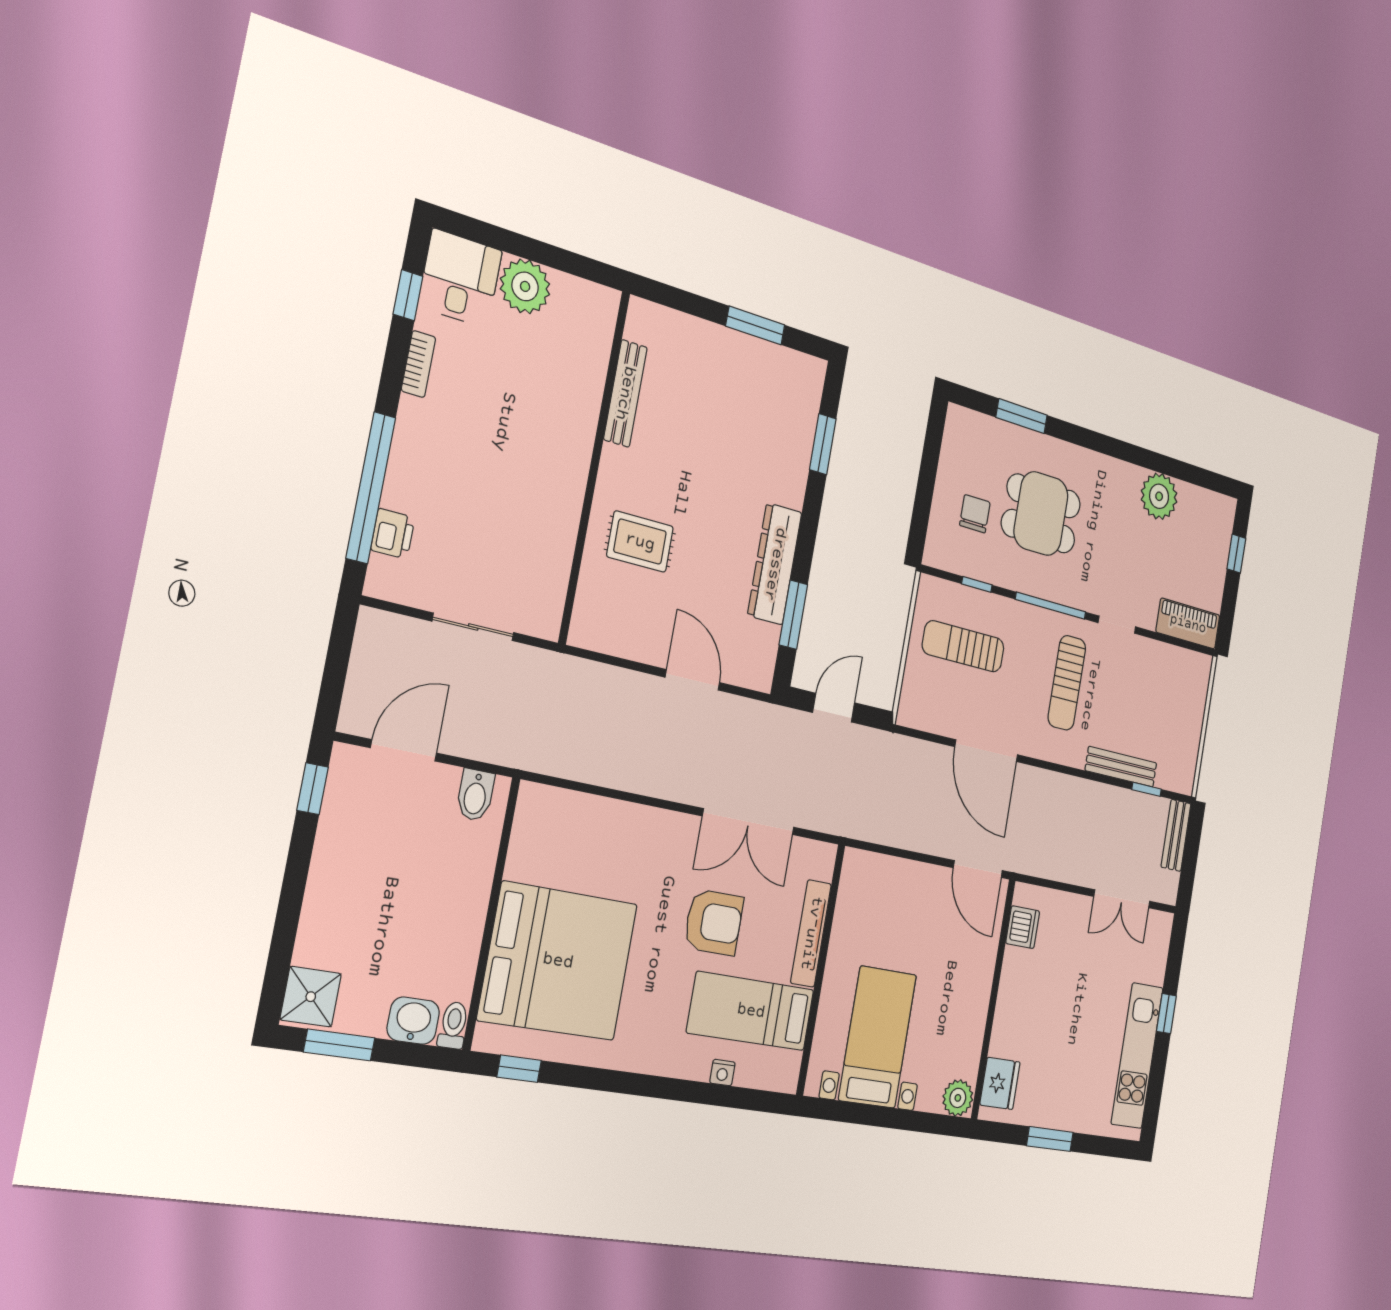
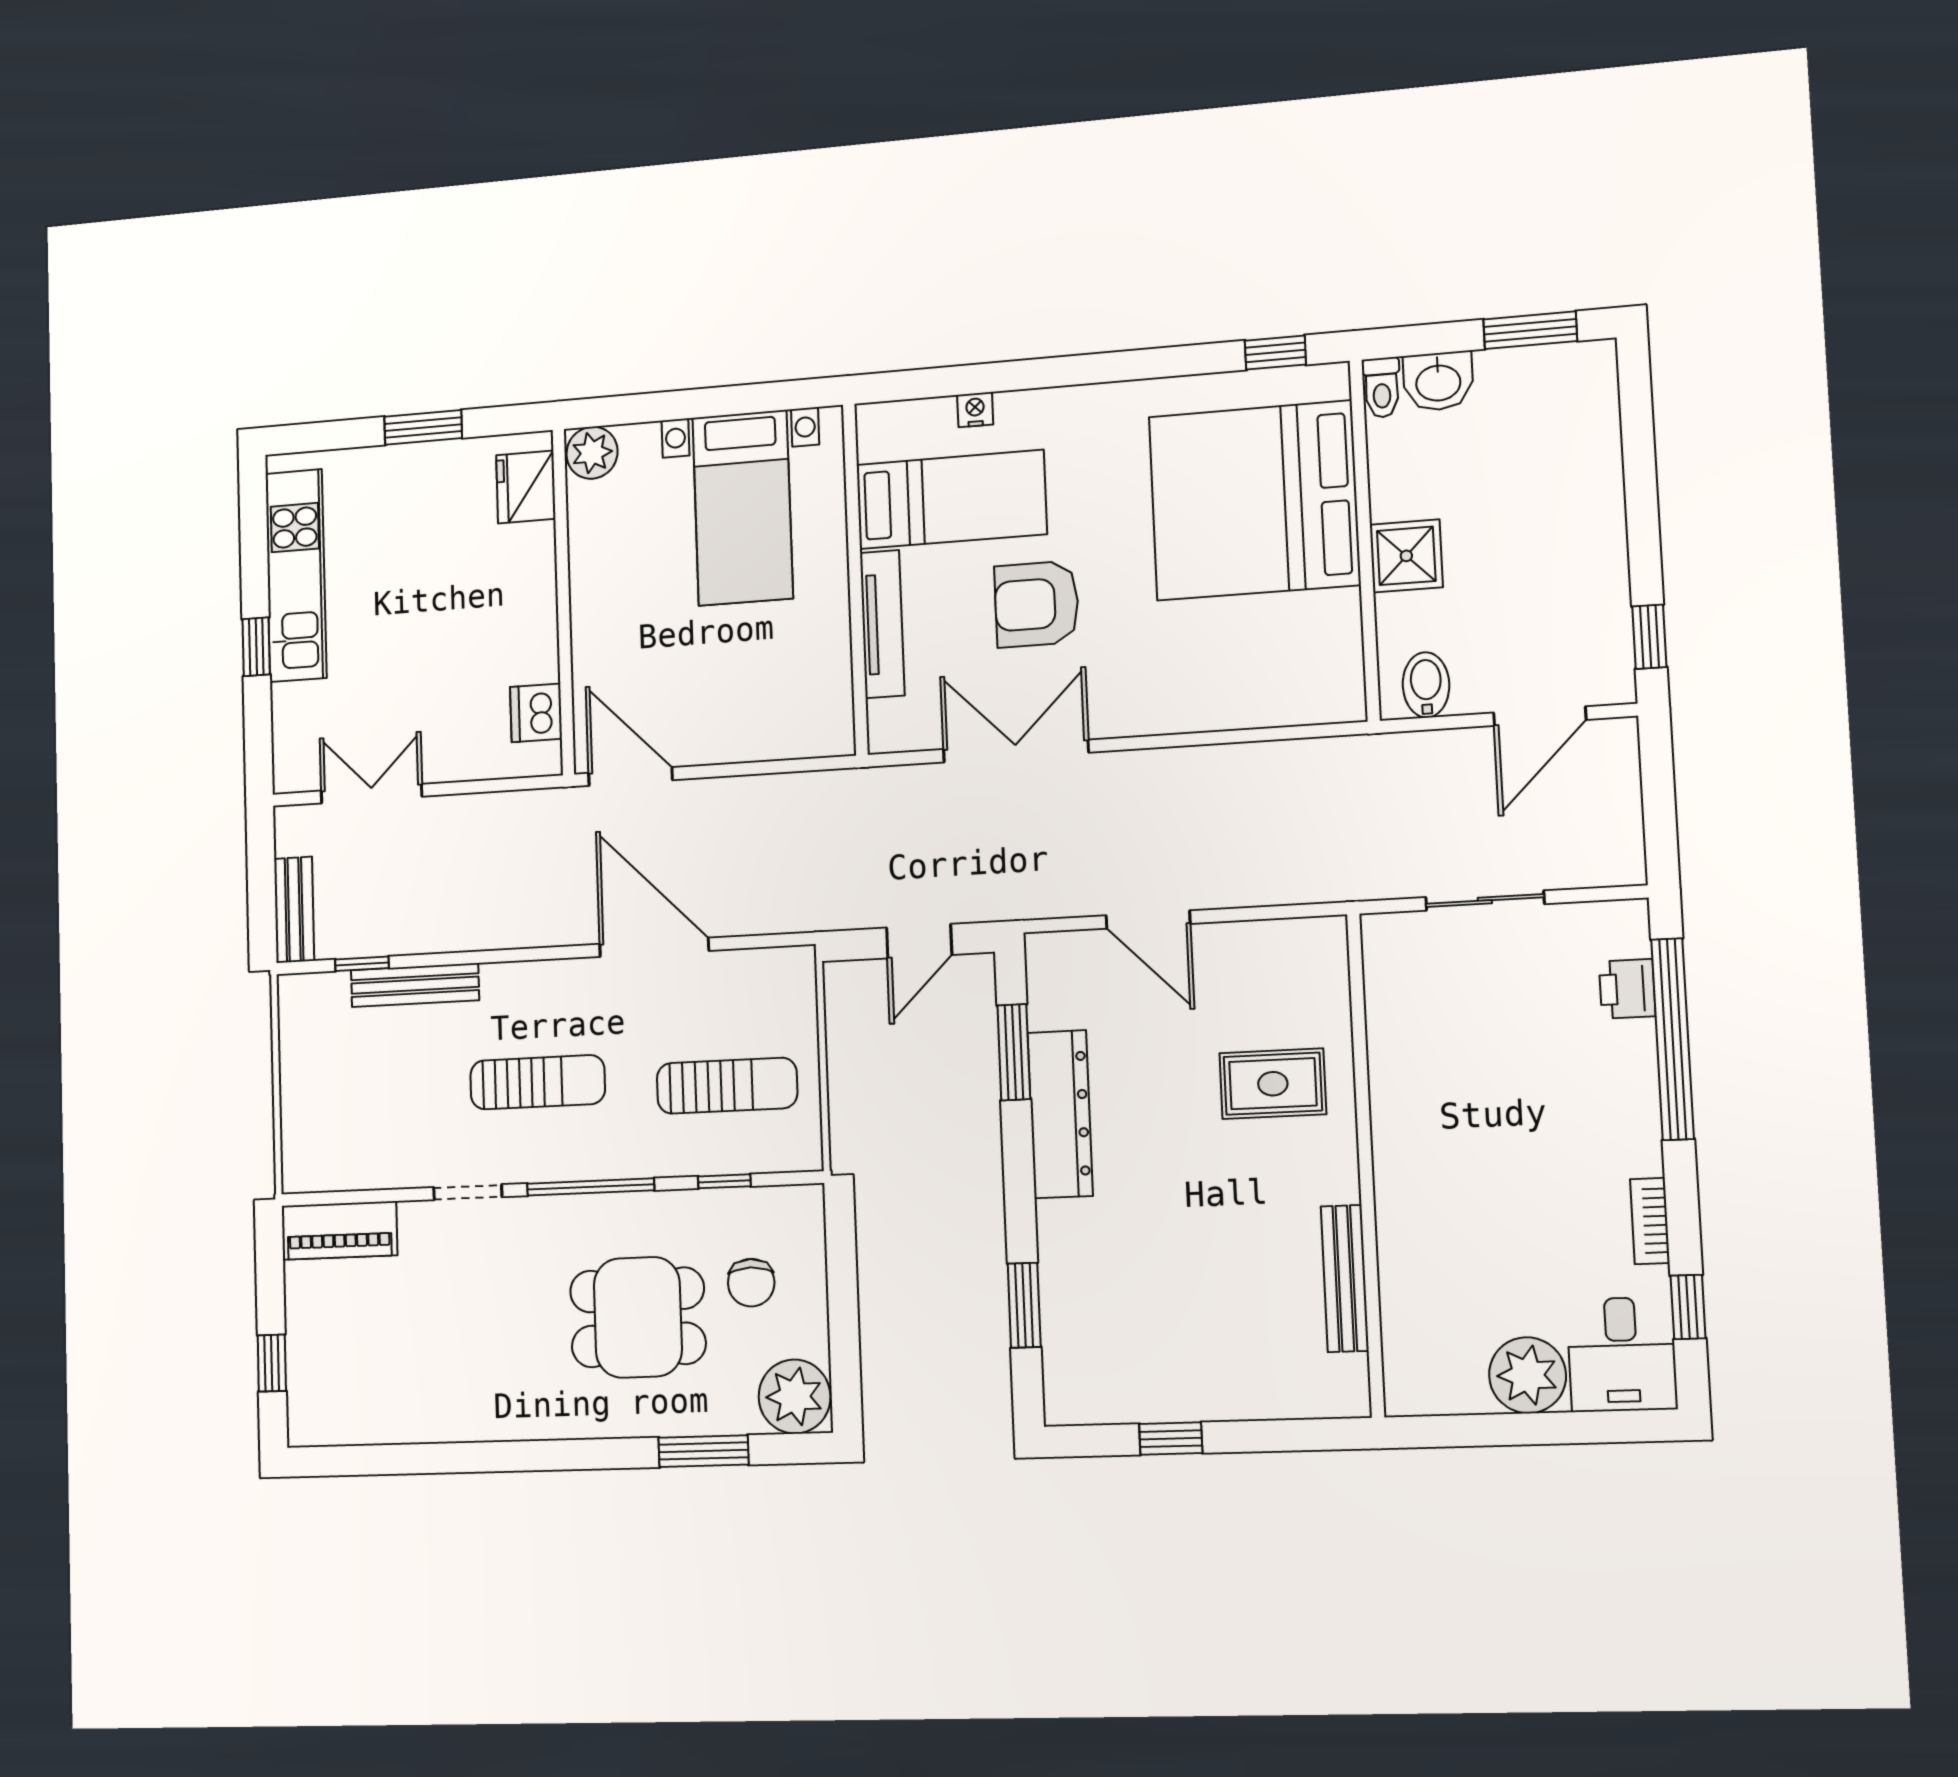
window: (755, 326) -> (1171, 1439), width x0.67
plant: (1159, 496) -> (795, 1397), moved
sun lounger: (1067, 683) -> (538, 1082), turned 90
shower: (311, 997) -> (1406, 556), moved

